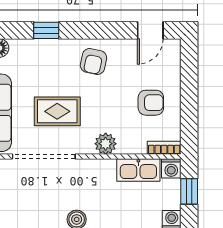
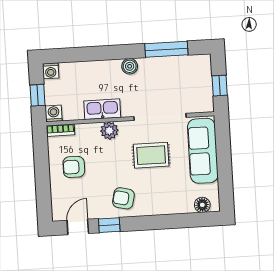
window: (46, 30) -> (109, 225), moved
armchair: (93, 61) -> (123, 198), turned -89
kitchen sink: (138, 170) -> (102, 109), moved

